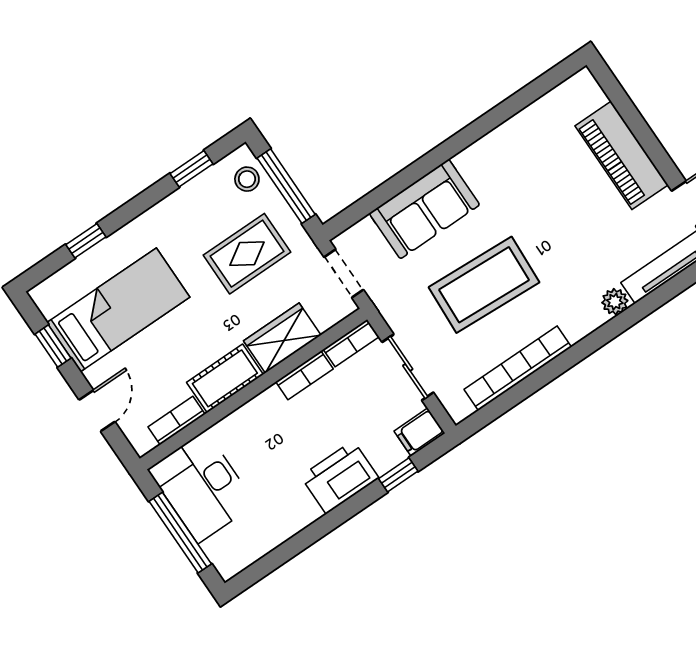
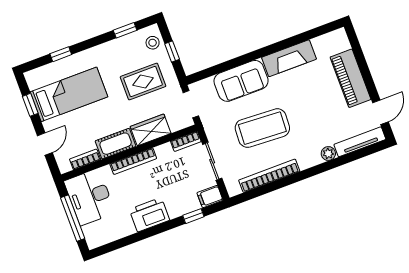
fireplace: (501, 146) -> (289, 58), added
window: (286, 186) -> (172, 51), width x0.46
bookcase: (304, 375) -> (133, 161), moved, width x1.56
printer: (340, 477) -> (149, 215), moved

